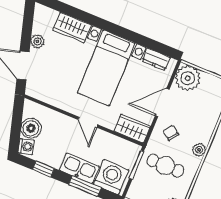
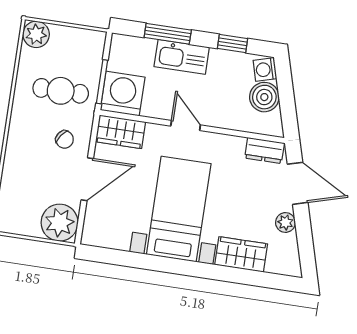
dresser: (156, 59) -> (265, 150), moved, turned 180
plant: (199, 150) -> (18, 125), removed
washing machine: (111, 177) -> (123, 94), moved, turned 180

